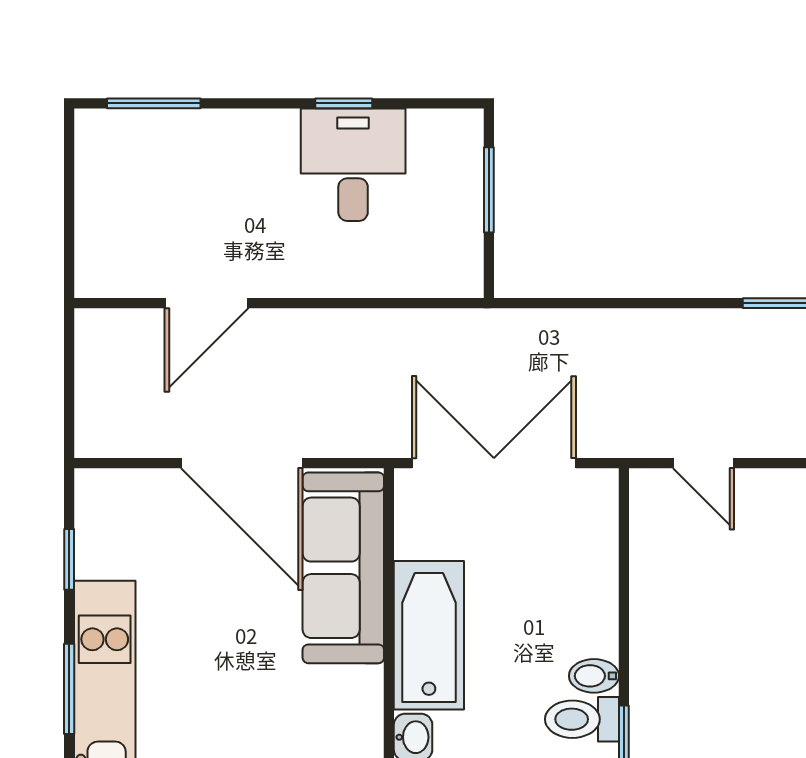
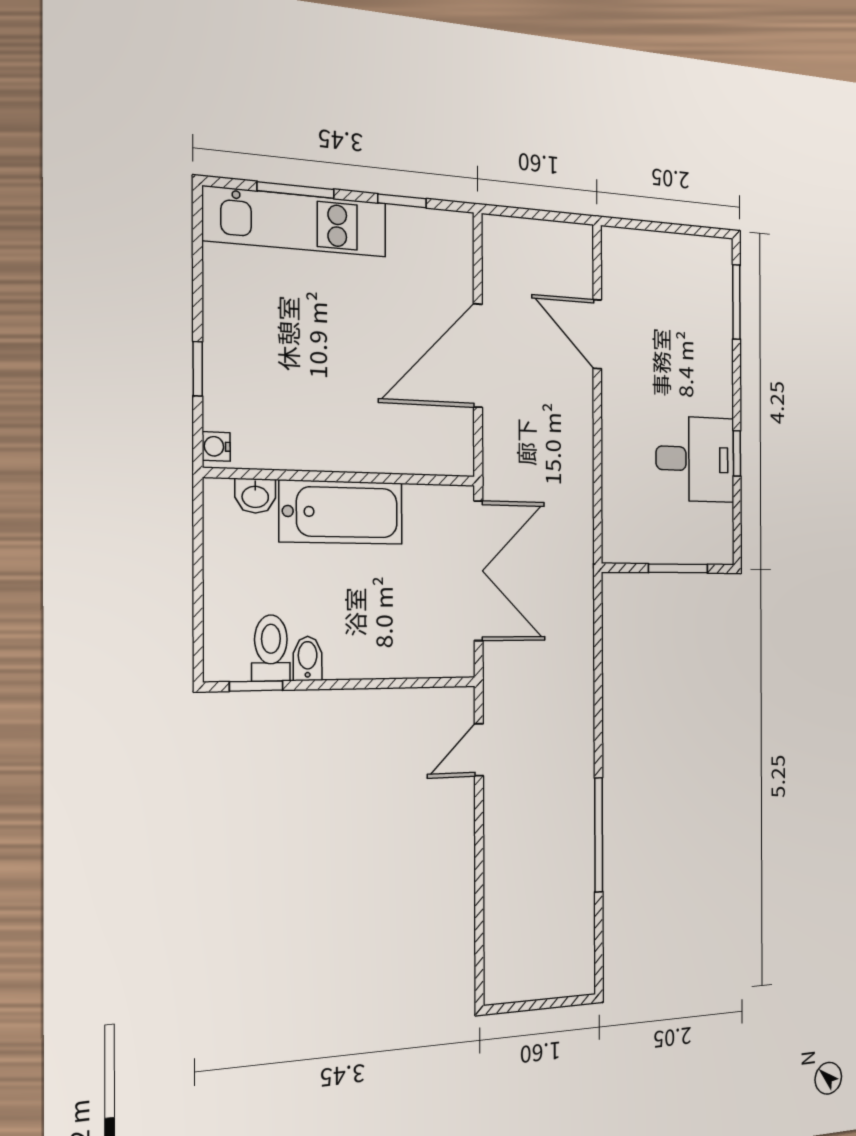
sofa: (343, 568) -> (396, 439), removed

